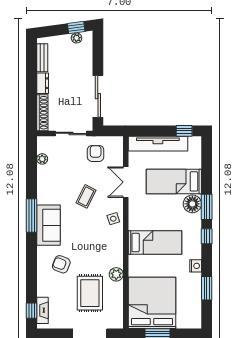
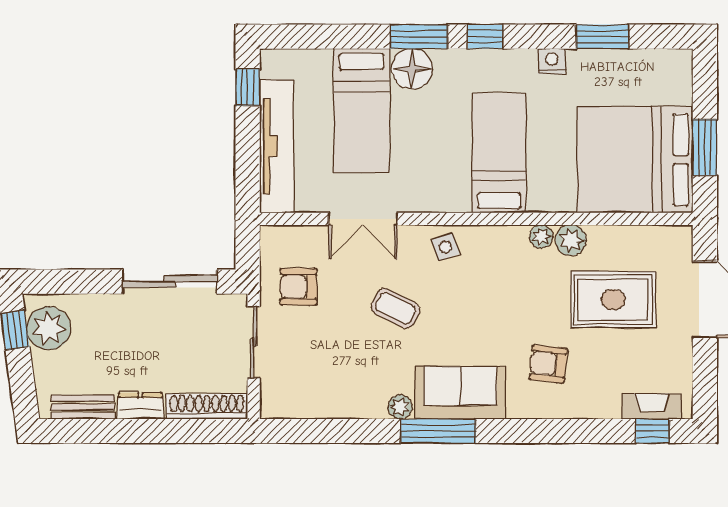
plant: (77, 38) -> (49, 328), width x1.88, depth x1.88
plant: (42, 159) -> (400, 407), moved
plant: (118, 261) -> (541, 236), added
armchair: (61, 264) -> (548, 364), turned 74

